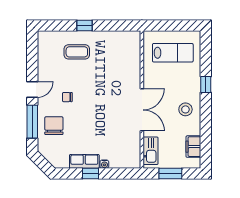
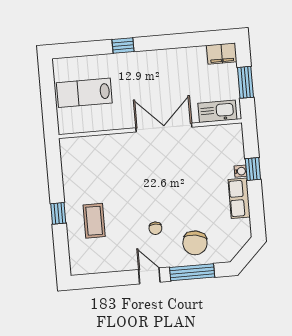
lab bench: (173, 53) -> (84, 93), turned -90
stool: (185, 109) -> (158, 70), removed
chair: (54, 126) -> (195, 243), turned -80
filing cabinet: (193, 147) -> (222, 54), moved
window: (90, 174) -> (253, 169), moved

